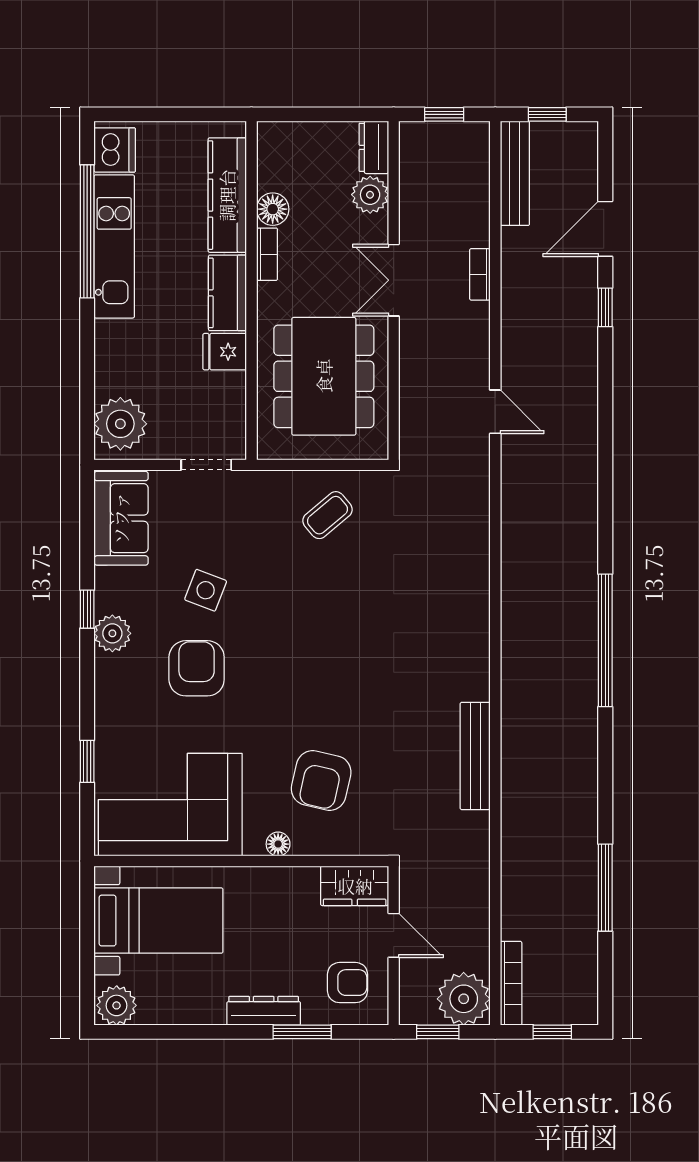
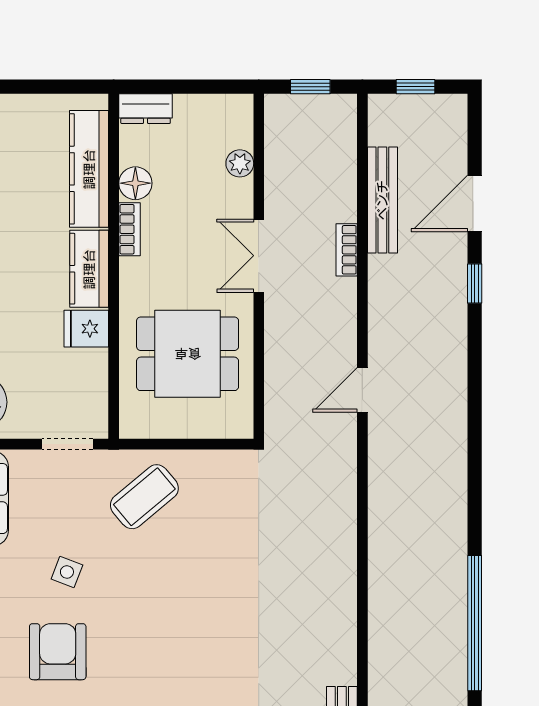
dresser: (374, 147) -> (146, 109), moved, turned -90
bench: (515, 173) -> (382, 200), moved
plant: (370, 195) -> (240, 163), width x0.73, depth x0.73
dining table: (324, 376) -> (188, 354), width x0.73
door: (495, 412) -> (362, 390), swing flipped
coffee table: (327, 515) -> (144, 497), moved, width x1.36, depth x1.30
side table: (206, 590) -> (67, 572), width x0.73, depth x0.73

